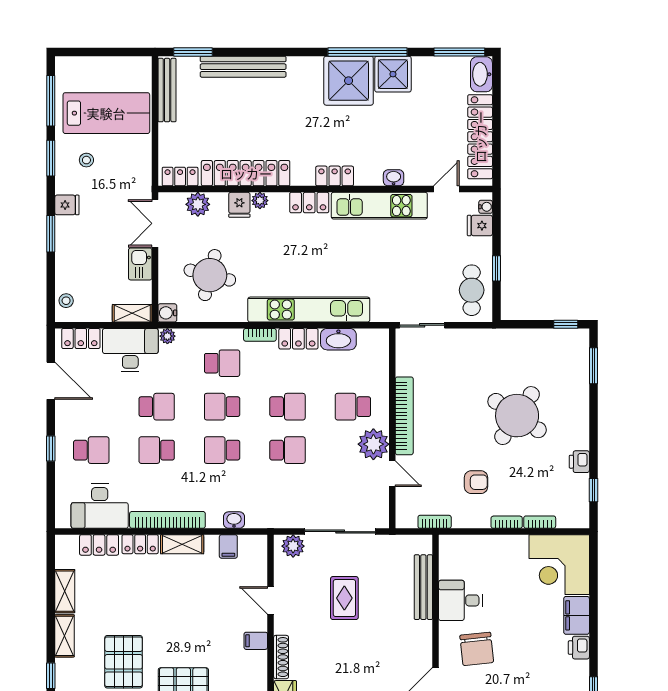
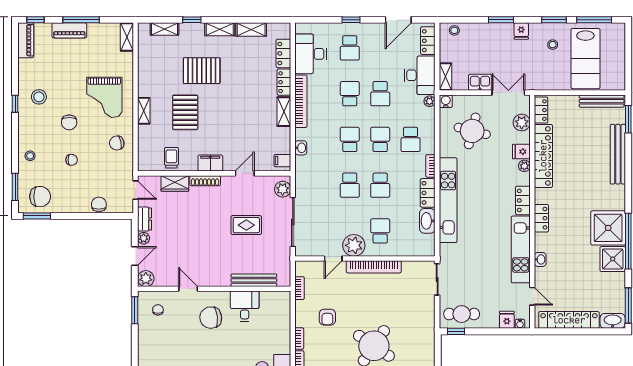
window: (496, 268) -> (456, 331), moved
filing cabinet: (228, 546) -> (282, 161), moved
filing cabinet: (256, 641) -> (210, 163), width x2.00

